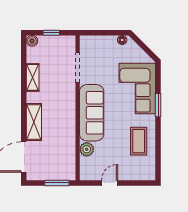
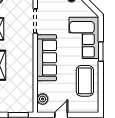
coffee table: (139, 141) -> (85, 81), width x1.36, depth x1.32
plant: (87, 149) -> (43, 99), moved

